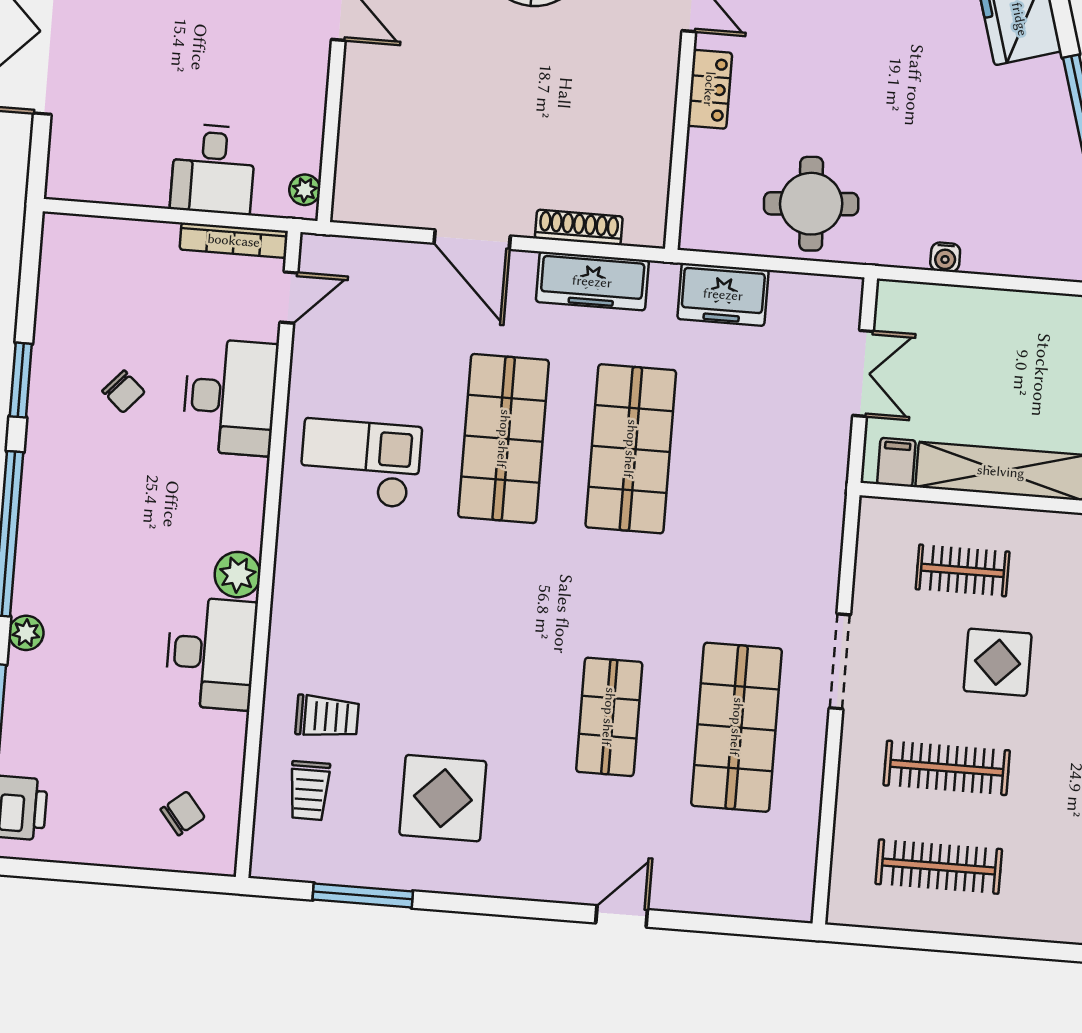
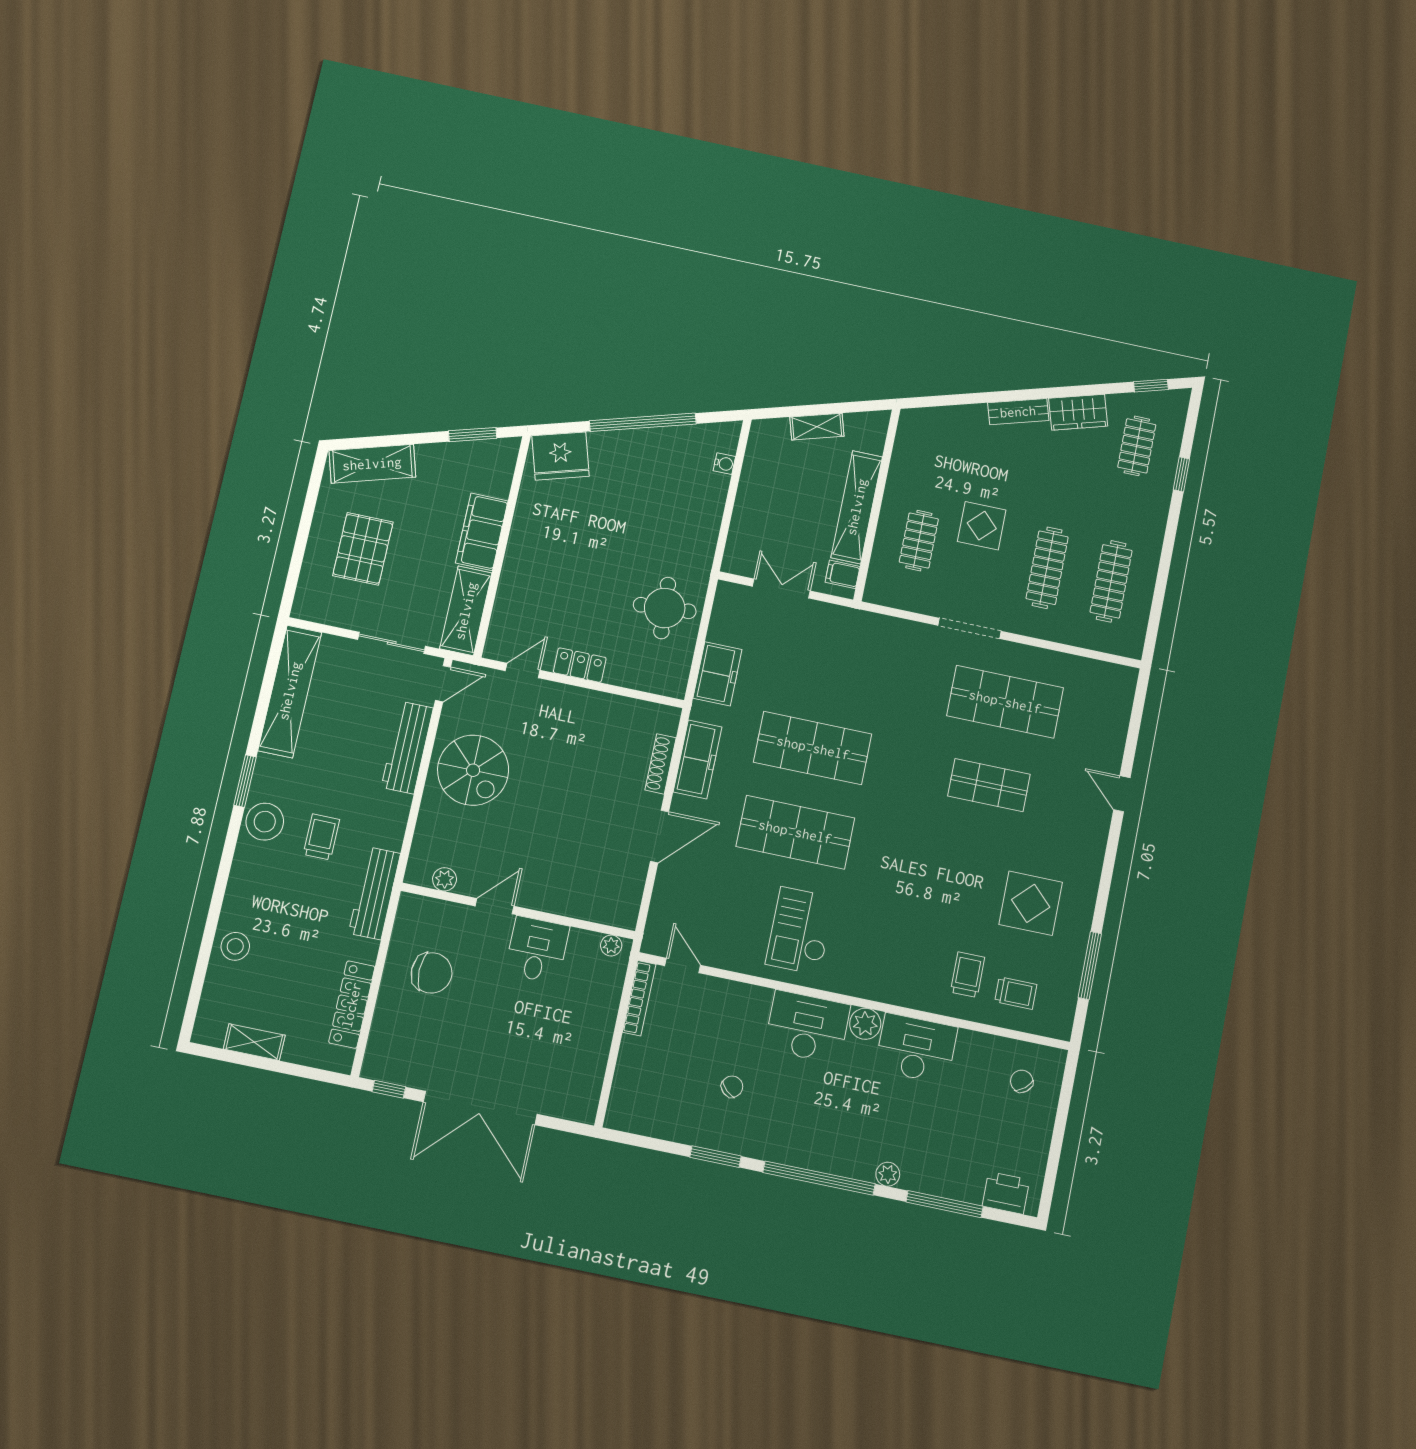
desk: (213, 169) -> (537, 950), moved, turned -90
water cooler: (945, 257) -> (724, 464), moved
desk: (230, 397) -> (807, 1027), moved

